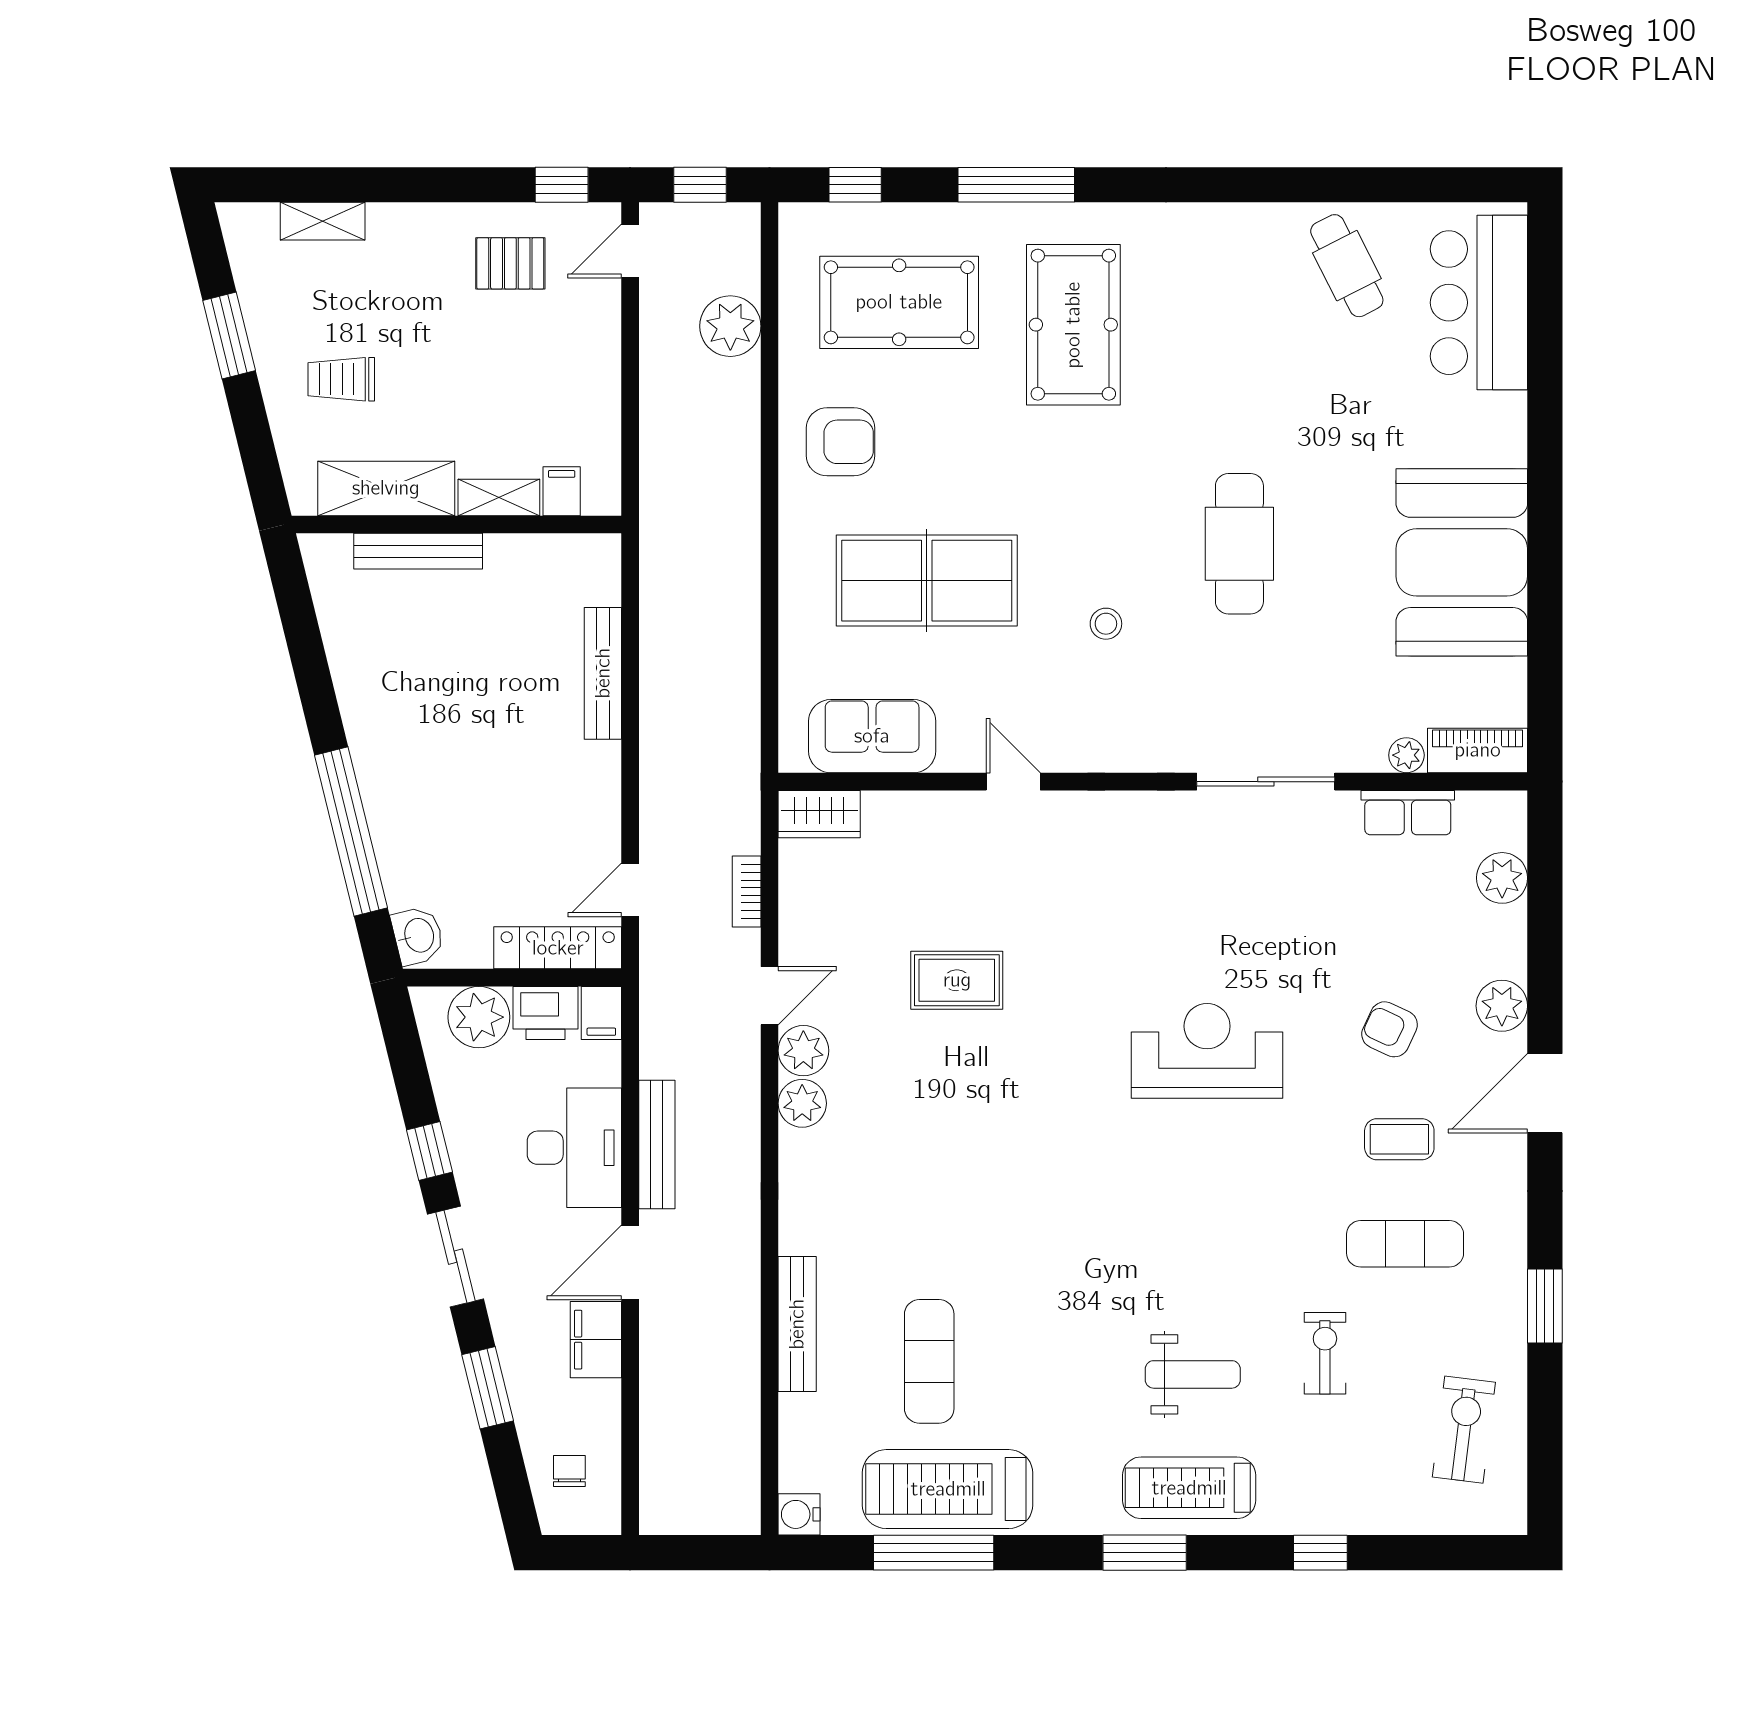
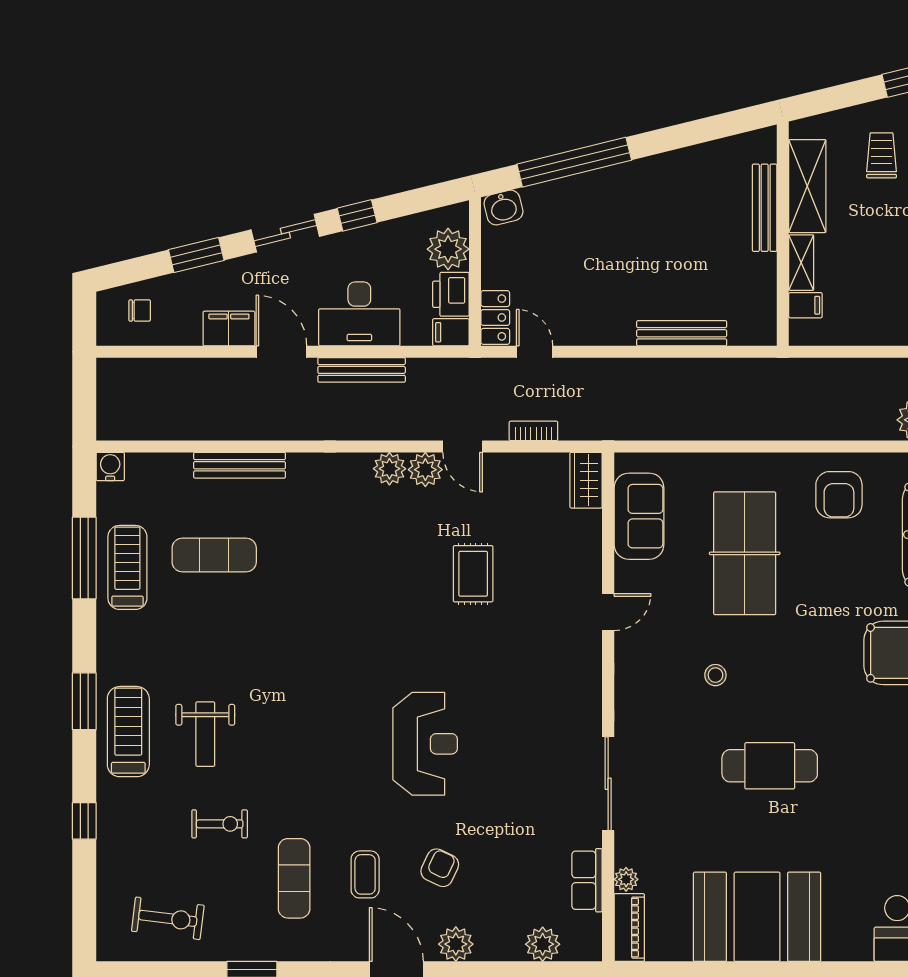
locker: (558, 948) -> (495, 317), width x0.66
treadmill: (948, 1489) -> (127, 567), width x0.73, depth x0.73

